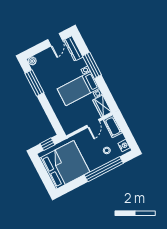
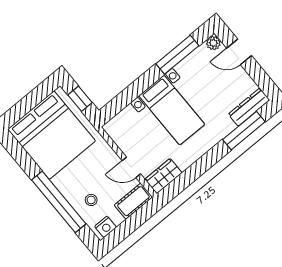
door: (55, 40) -> (239, 52), moved
window: (92, 65) -> (244, 131), moved
bed with nightstands: (78, 89) -> (172, 110), moved, turned 180

